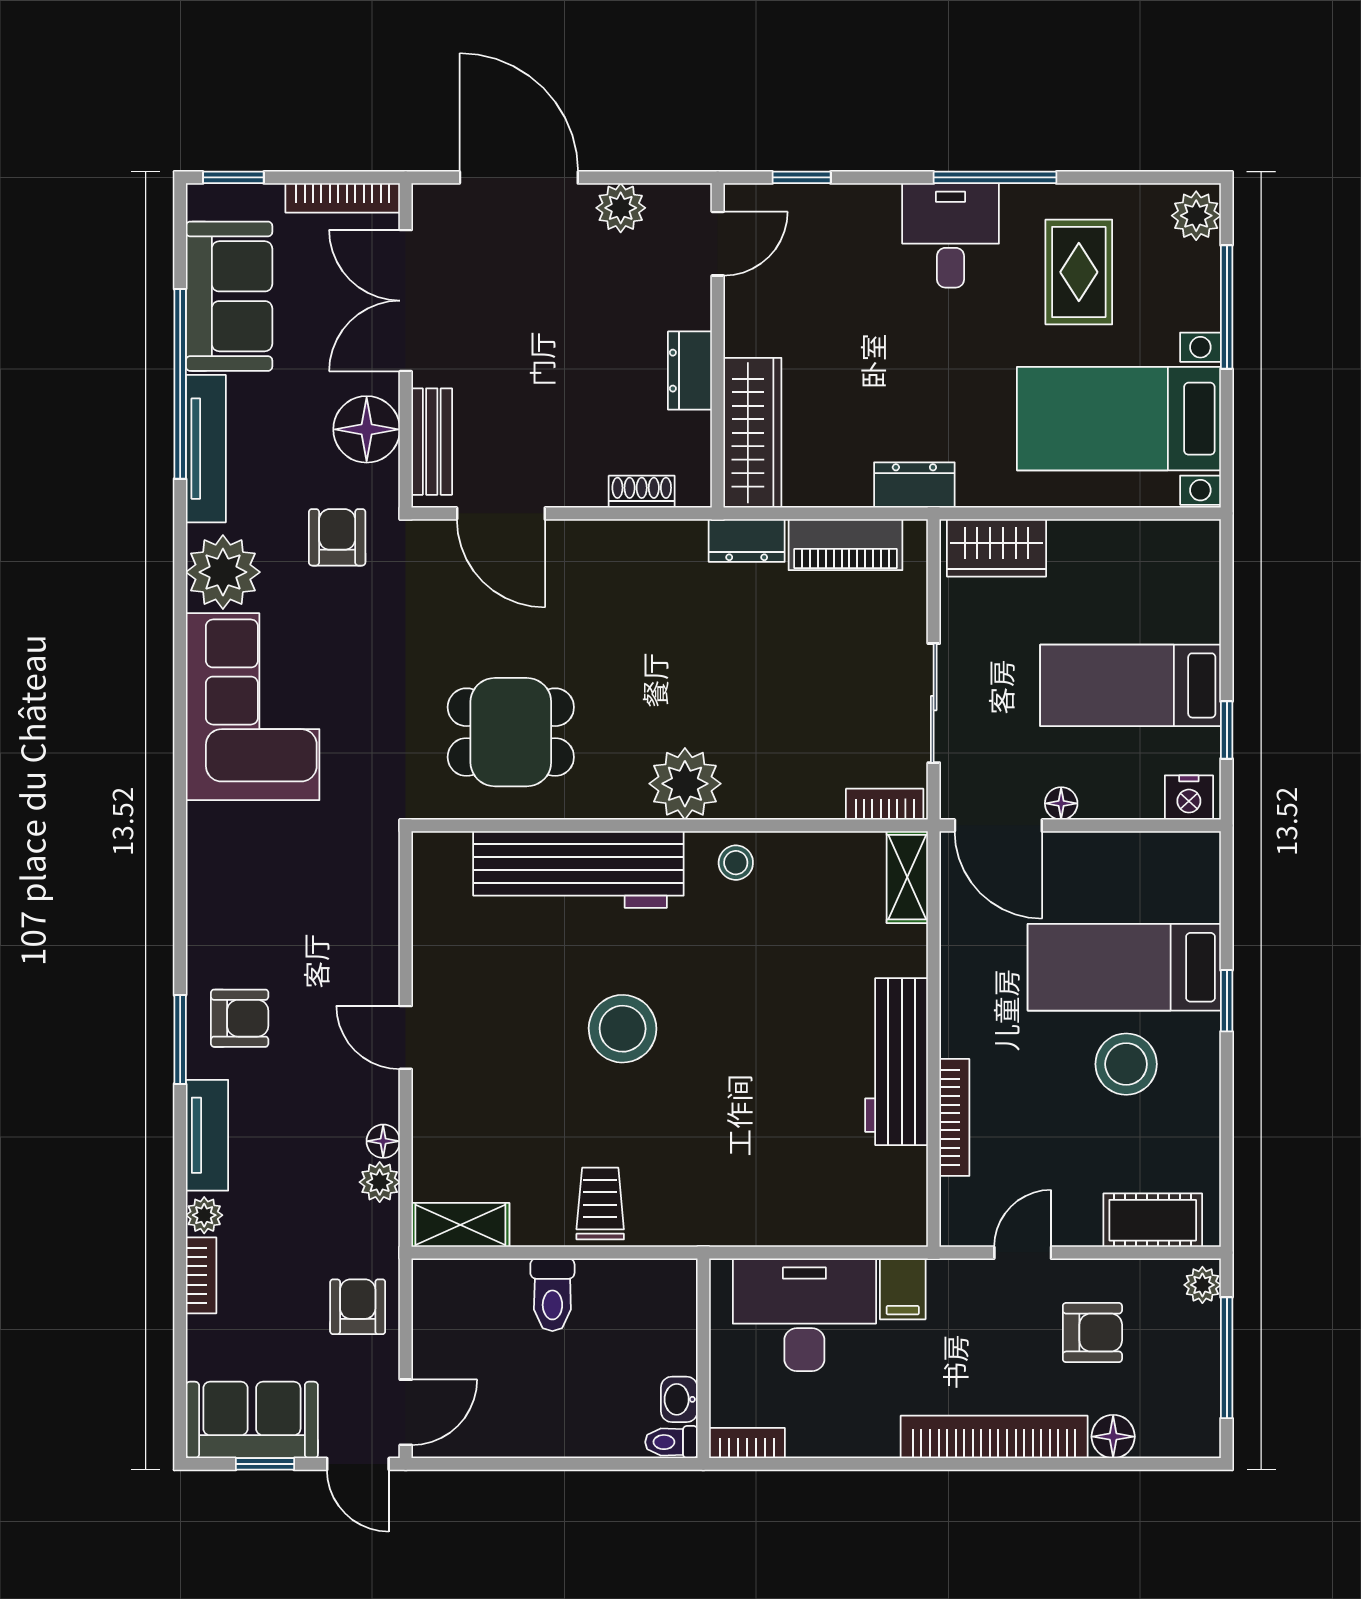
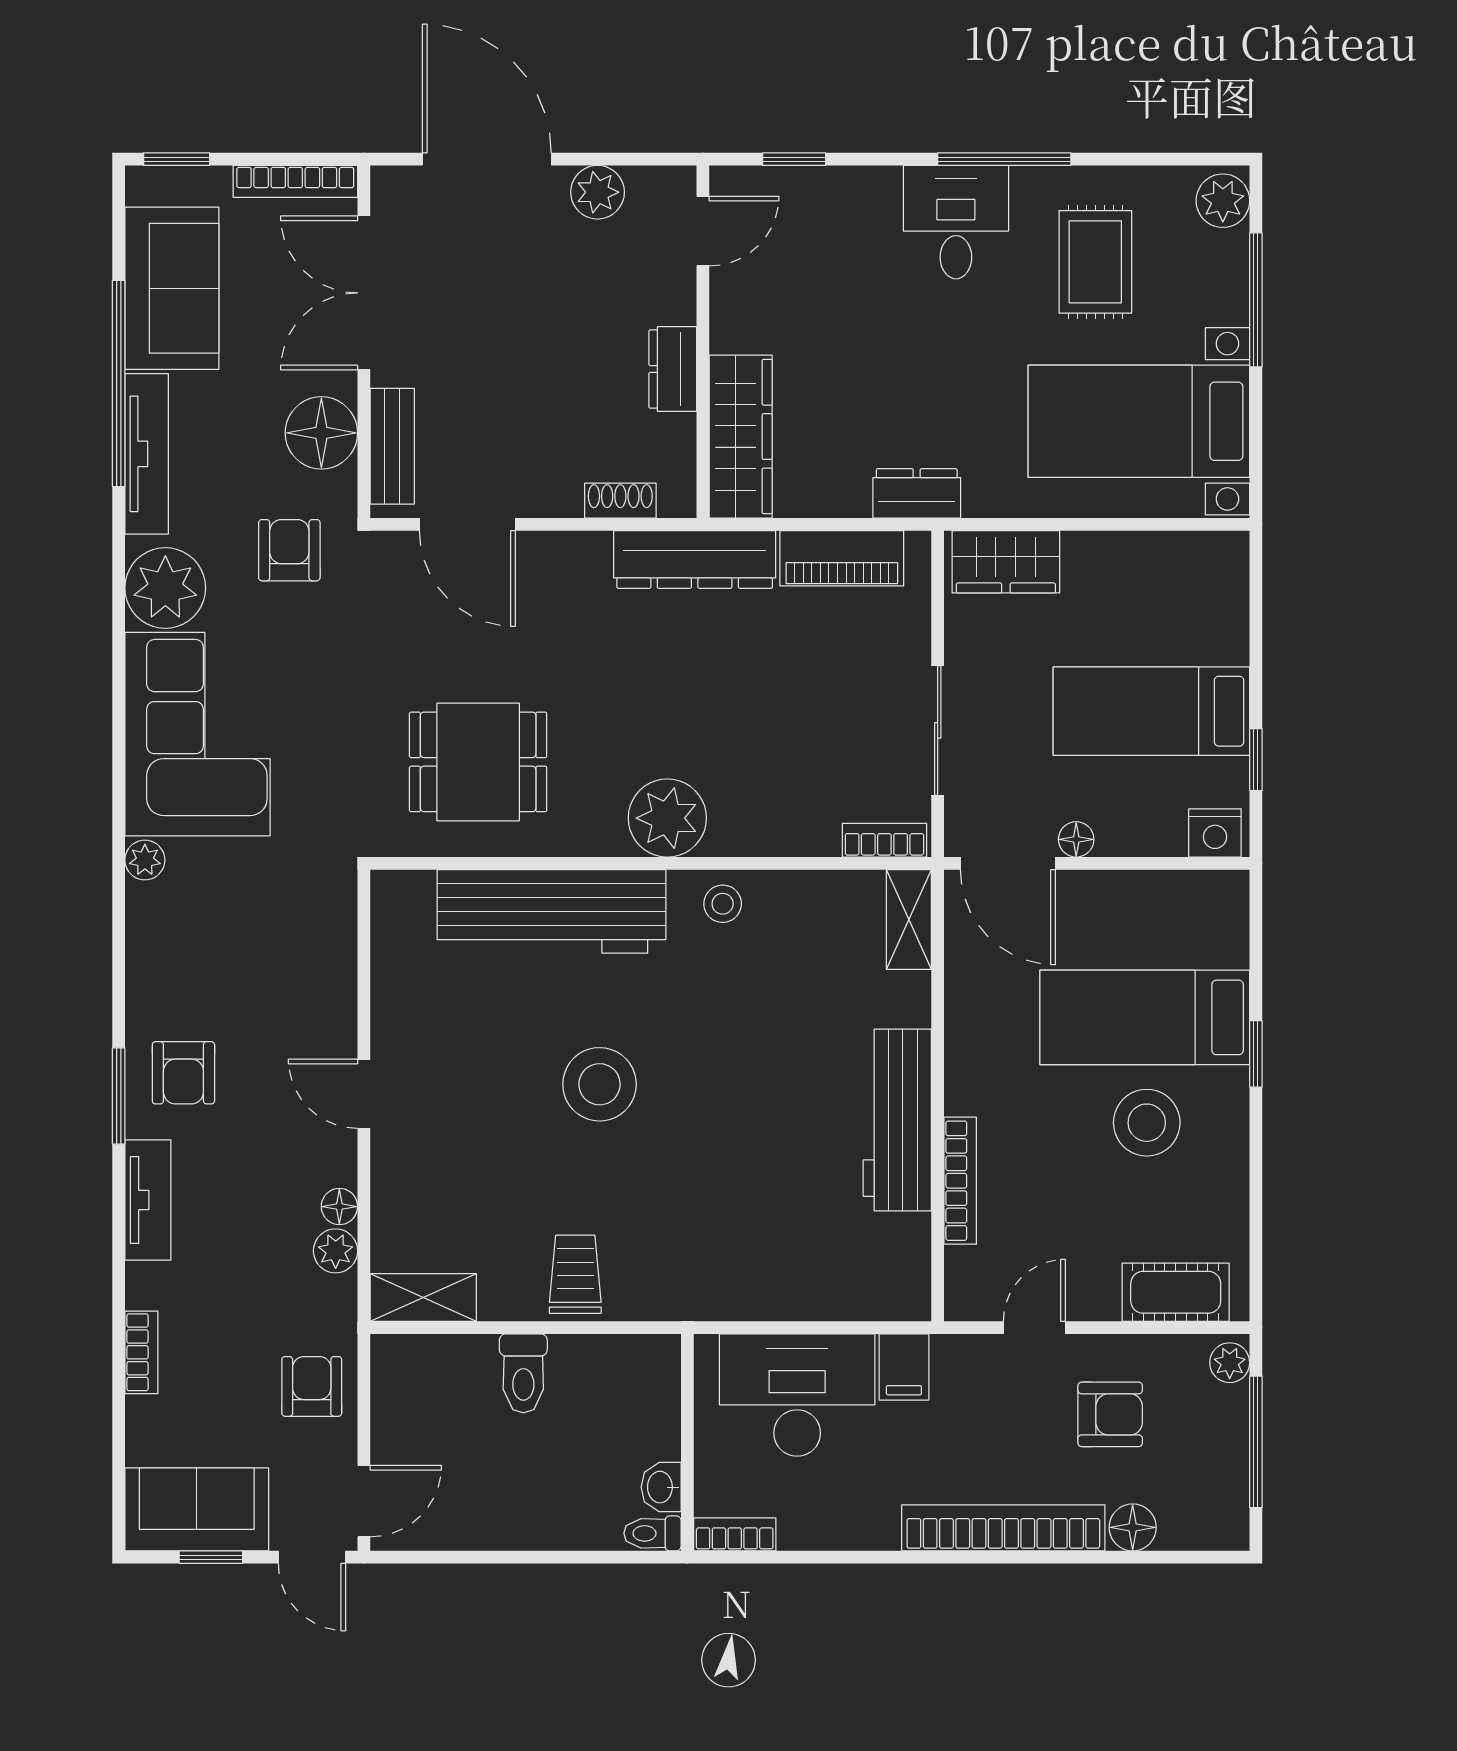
dresser: (747, 541) -> (695, 559), width x1.96, depth x1.24
armchair: (240, 1018) -> (183, 1073), turned 90
plant: (204, 1215) -> (145, 860), moved

